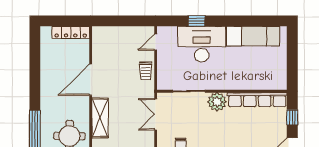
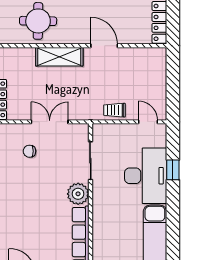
door: (91, 80) -> (104, 46), width x0.73
double door: (156, 114) -> (50, 122), moved

